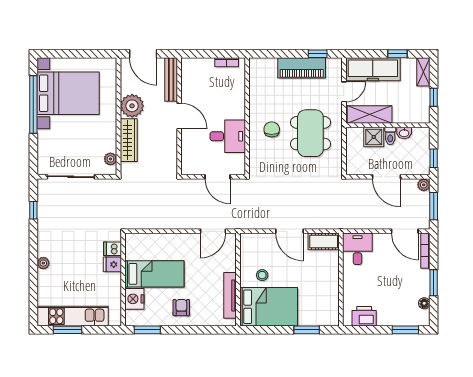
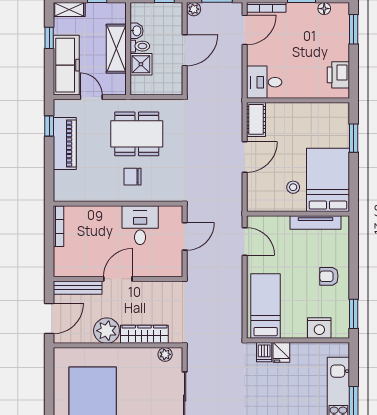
bookcase: (227, 62) -> (59, 226), width x1.56
shelving: (370, 115) -> (116, 49), moved
bed: (154, 274) -> (266, 306), moved

